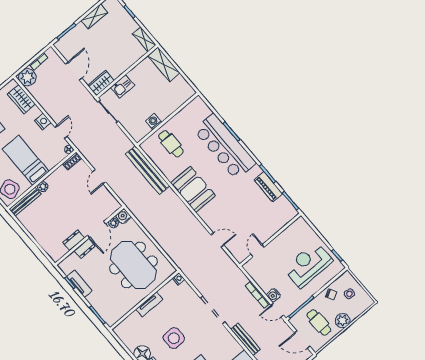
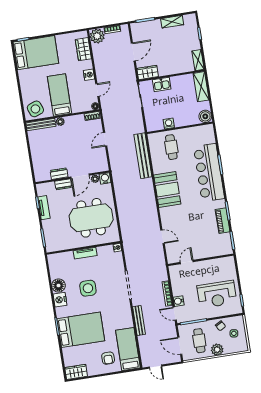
boiler: (186, 92) -> (205, 116), added
meeting table: (133, 265) -> (91, 218), turned 90
reception desk: (308, 265) -> (217, 294), turned 180

